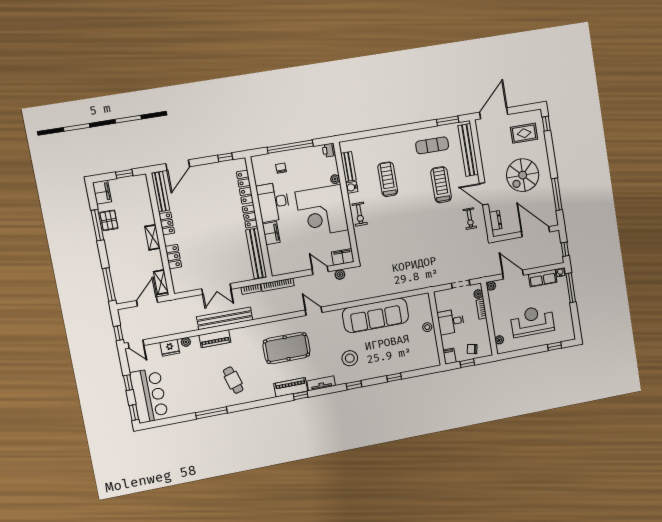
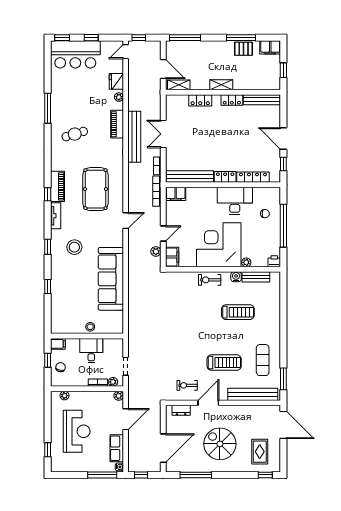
door: (178, 165) -> (283, 139), moved
filing cabinet: (271, 233) -> (176, 194), moved

